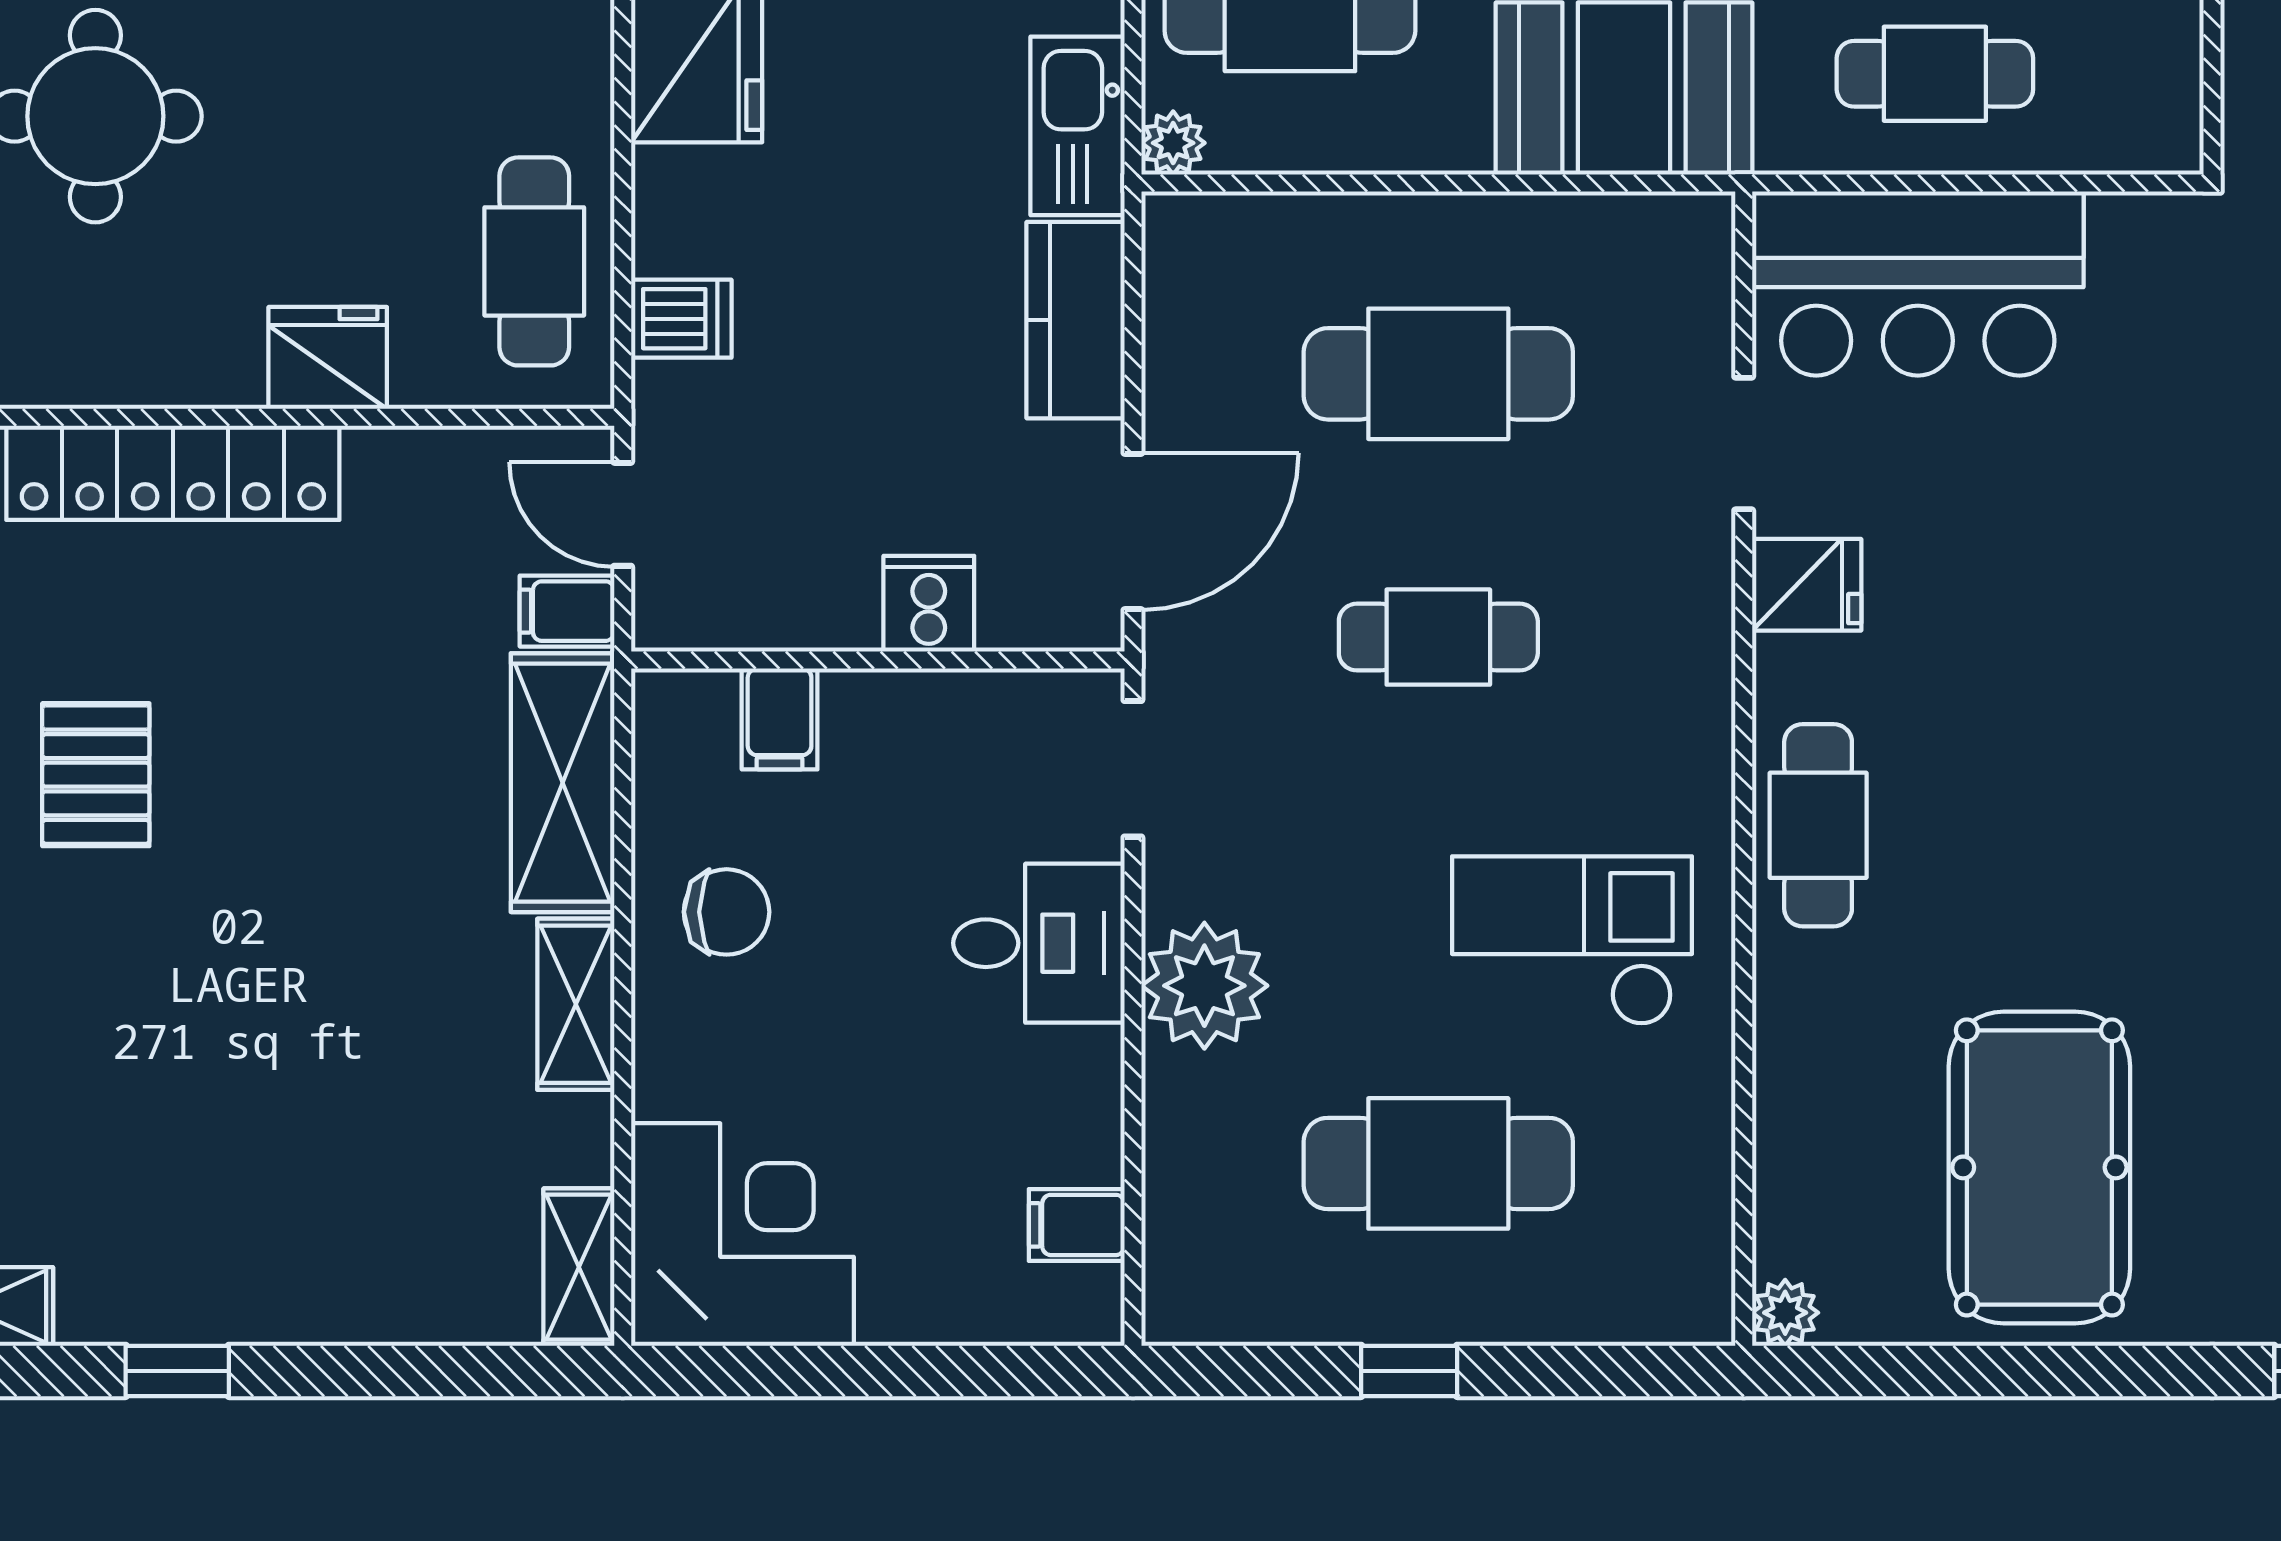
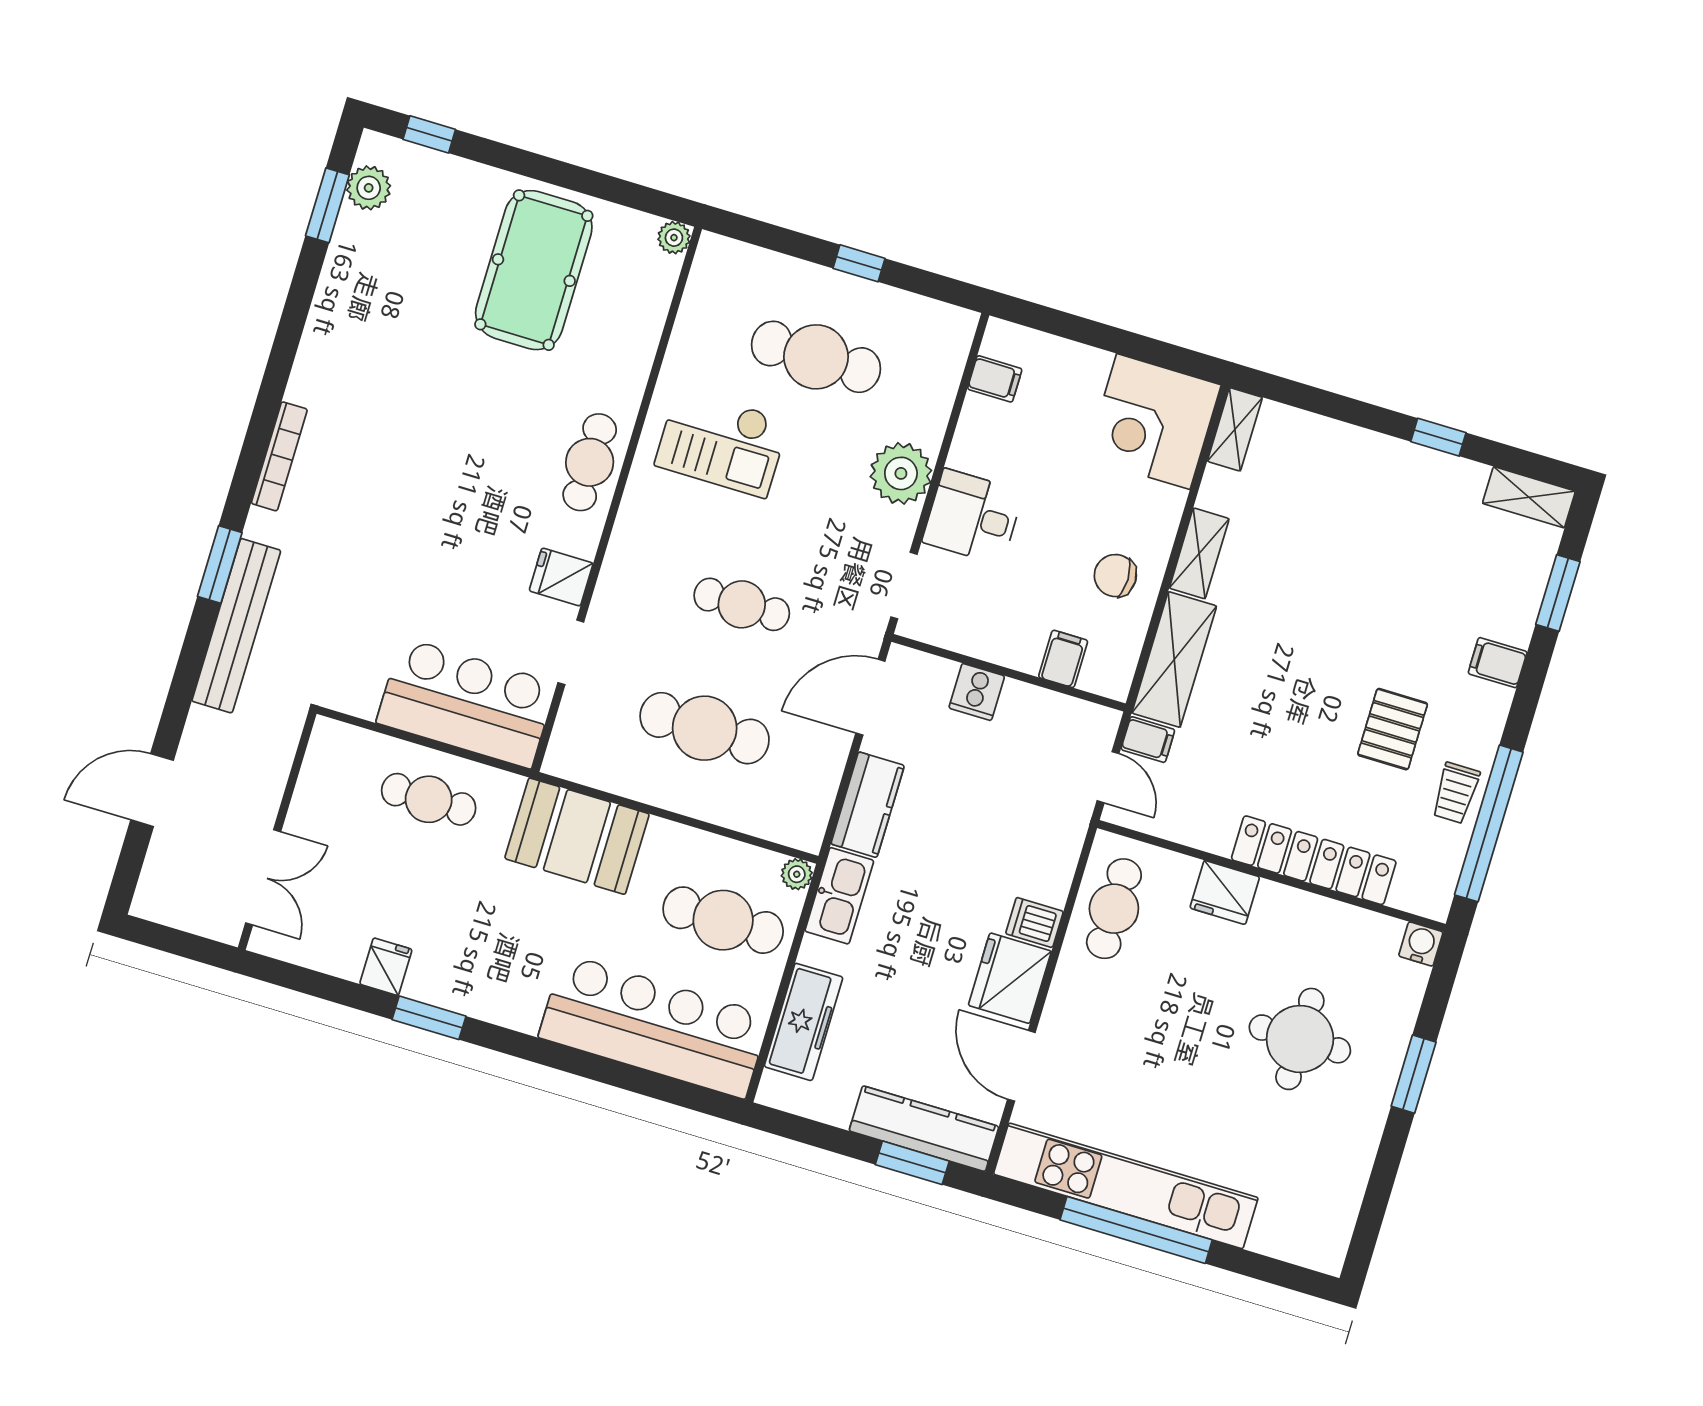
dishwasher: (681, 319) -> (1034, 922), moved

